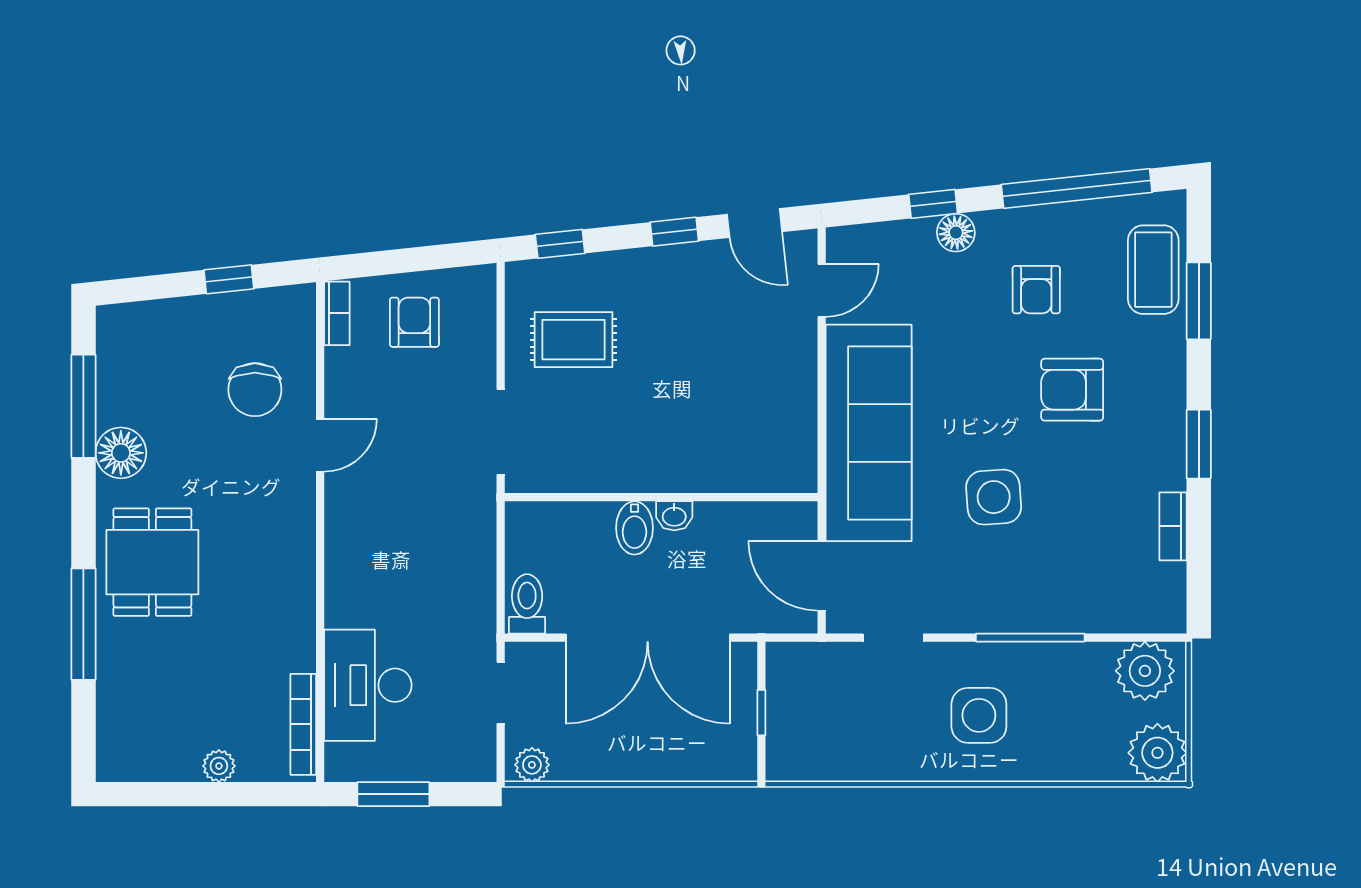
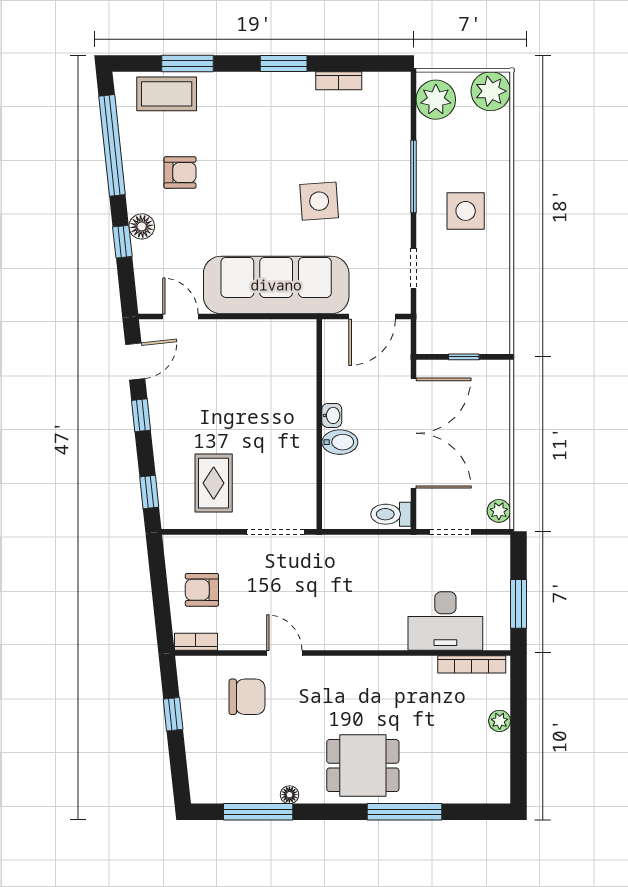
armchair: (1072, 390) -> (247, 148), removed
floor lamp: (121, 453) -> (289, 795), width x0.53, depth x0.53

